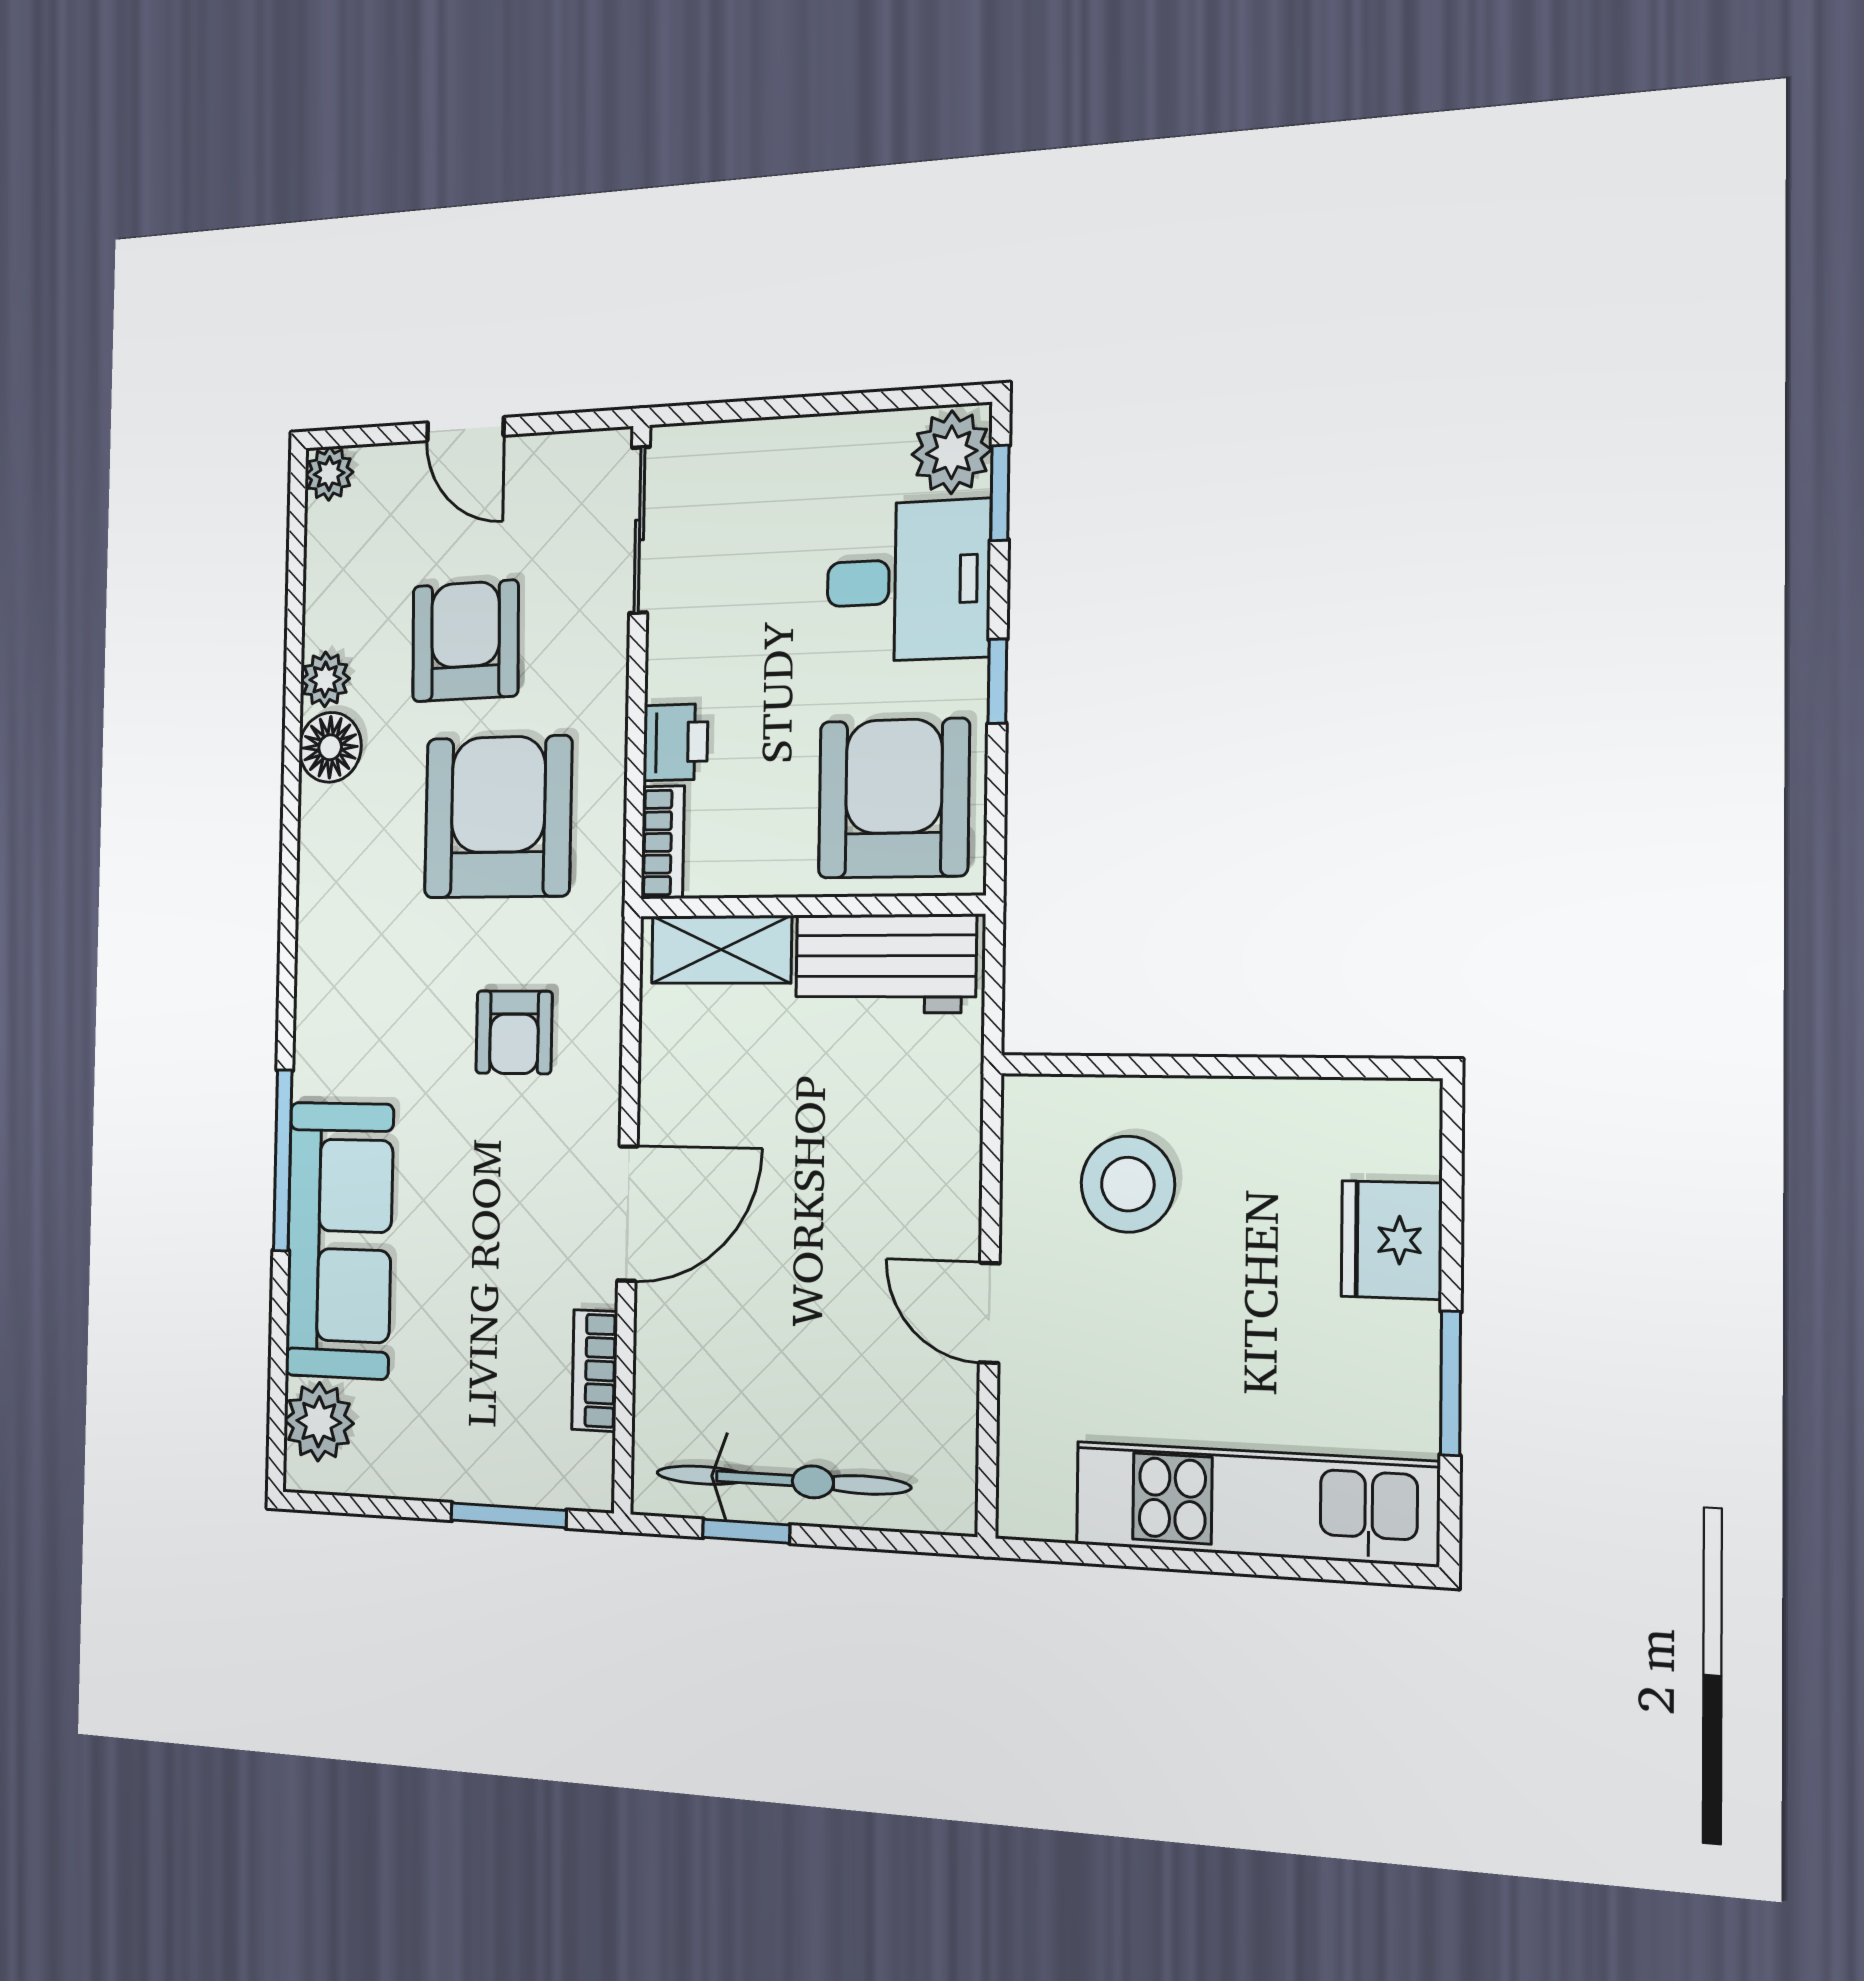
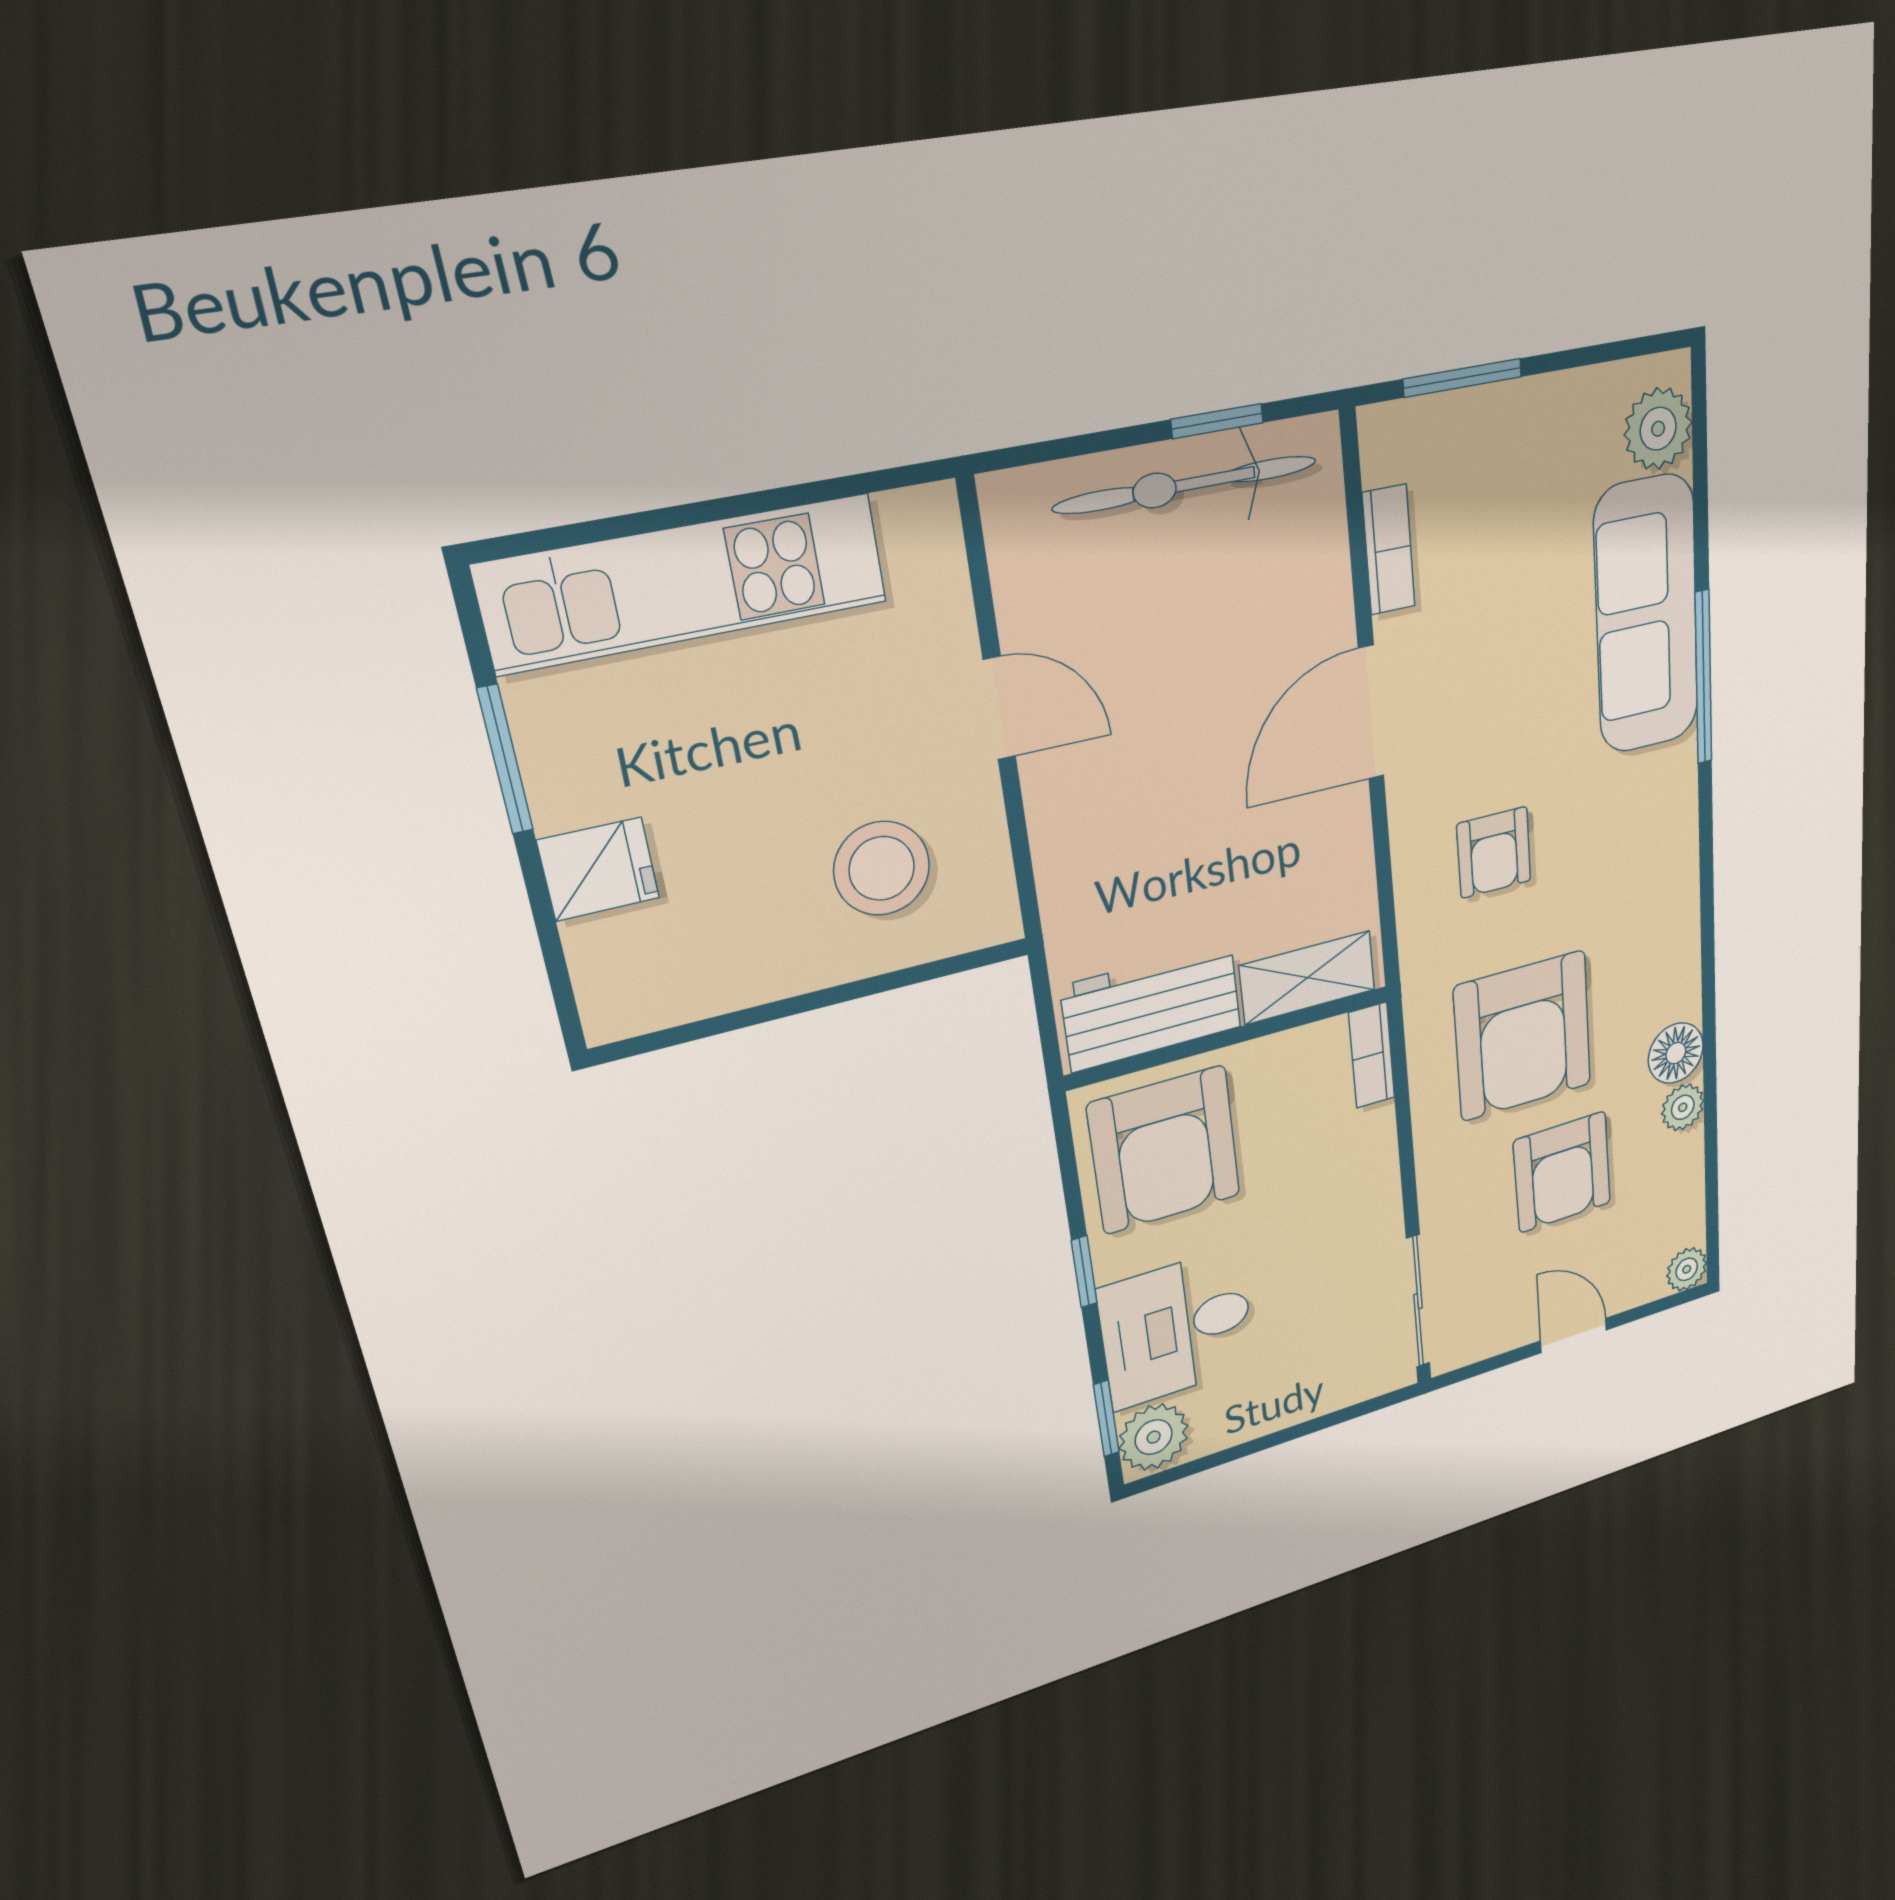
printer: (675, 742) -> (1369, 1142), removed
armchair: (514, 1032) -> (1494, 852), turned 180
fridge: (1392, 1240) -> (598, 869), width x0.72

